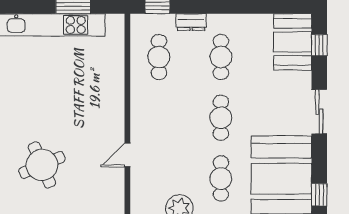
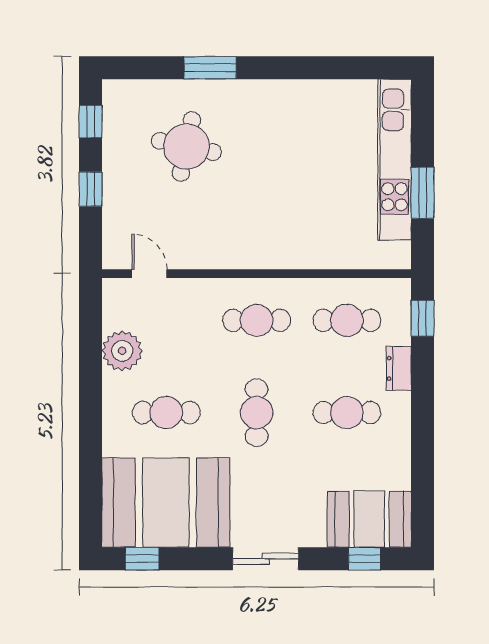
cafe table: (159, 118) -> (257, 320), added
cafe table: (221, 118) -> (257, 413), turned 90
door: (127, 155) -> (149, 274), moved
round table: (42, 165) -> (186, 146), turned 35

